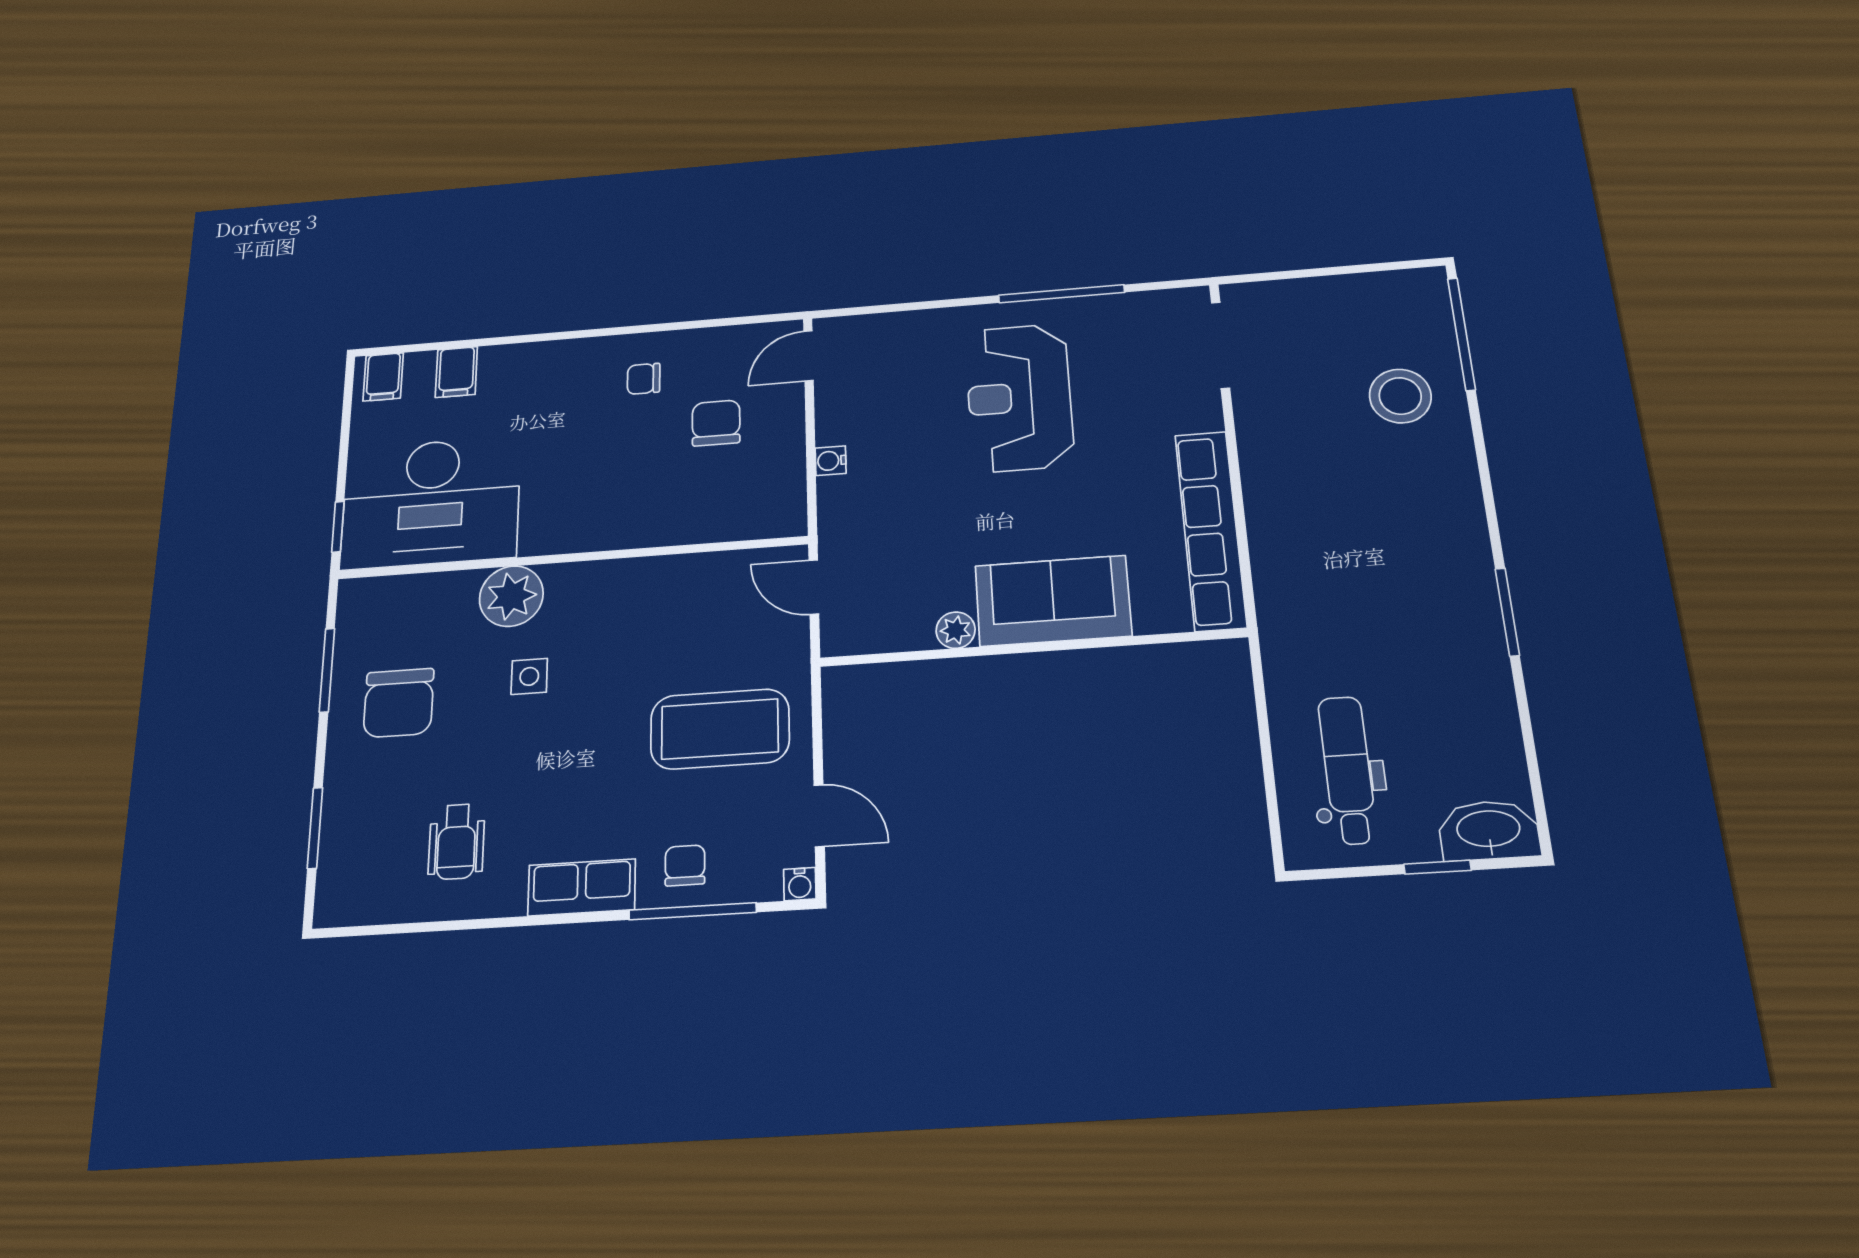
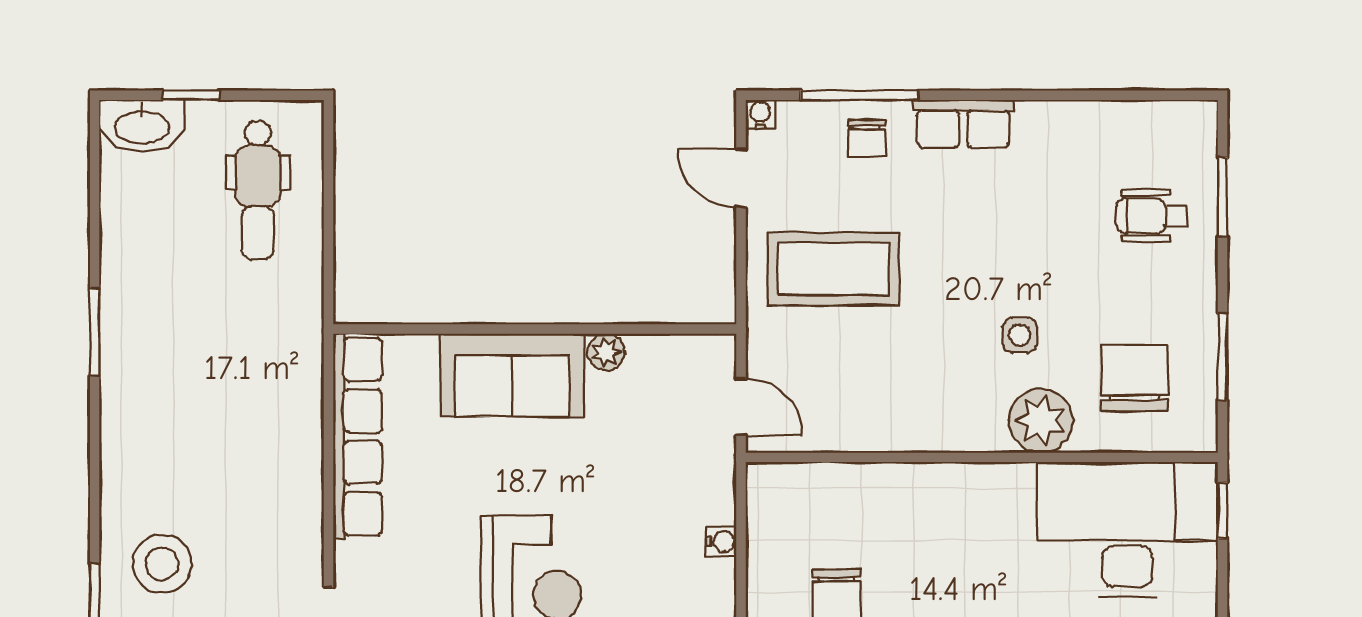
chair: (399, 703) -> (1134, 378), moved
wheelchair: (457, 842) -> (1152, 216), moved, turned -90

